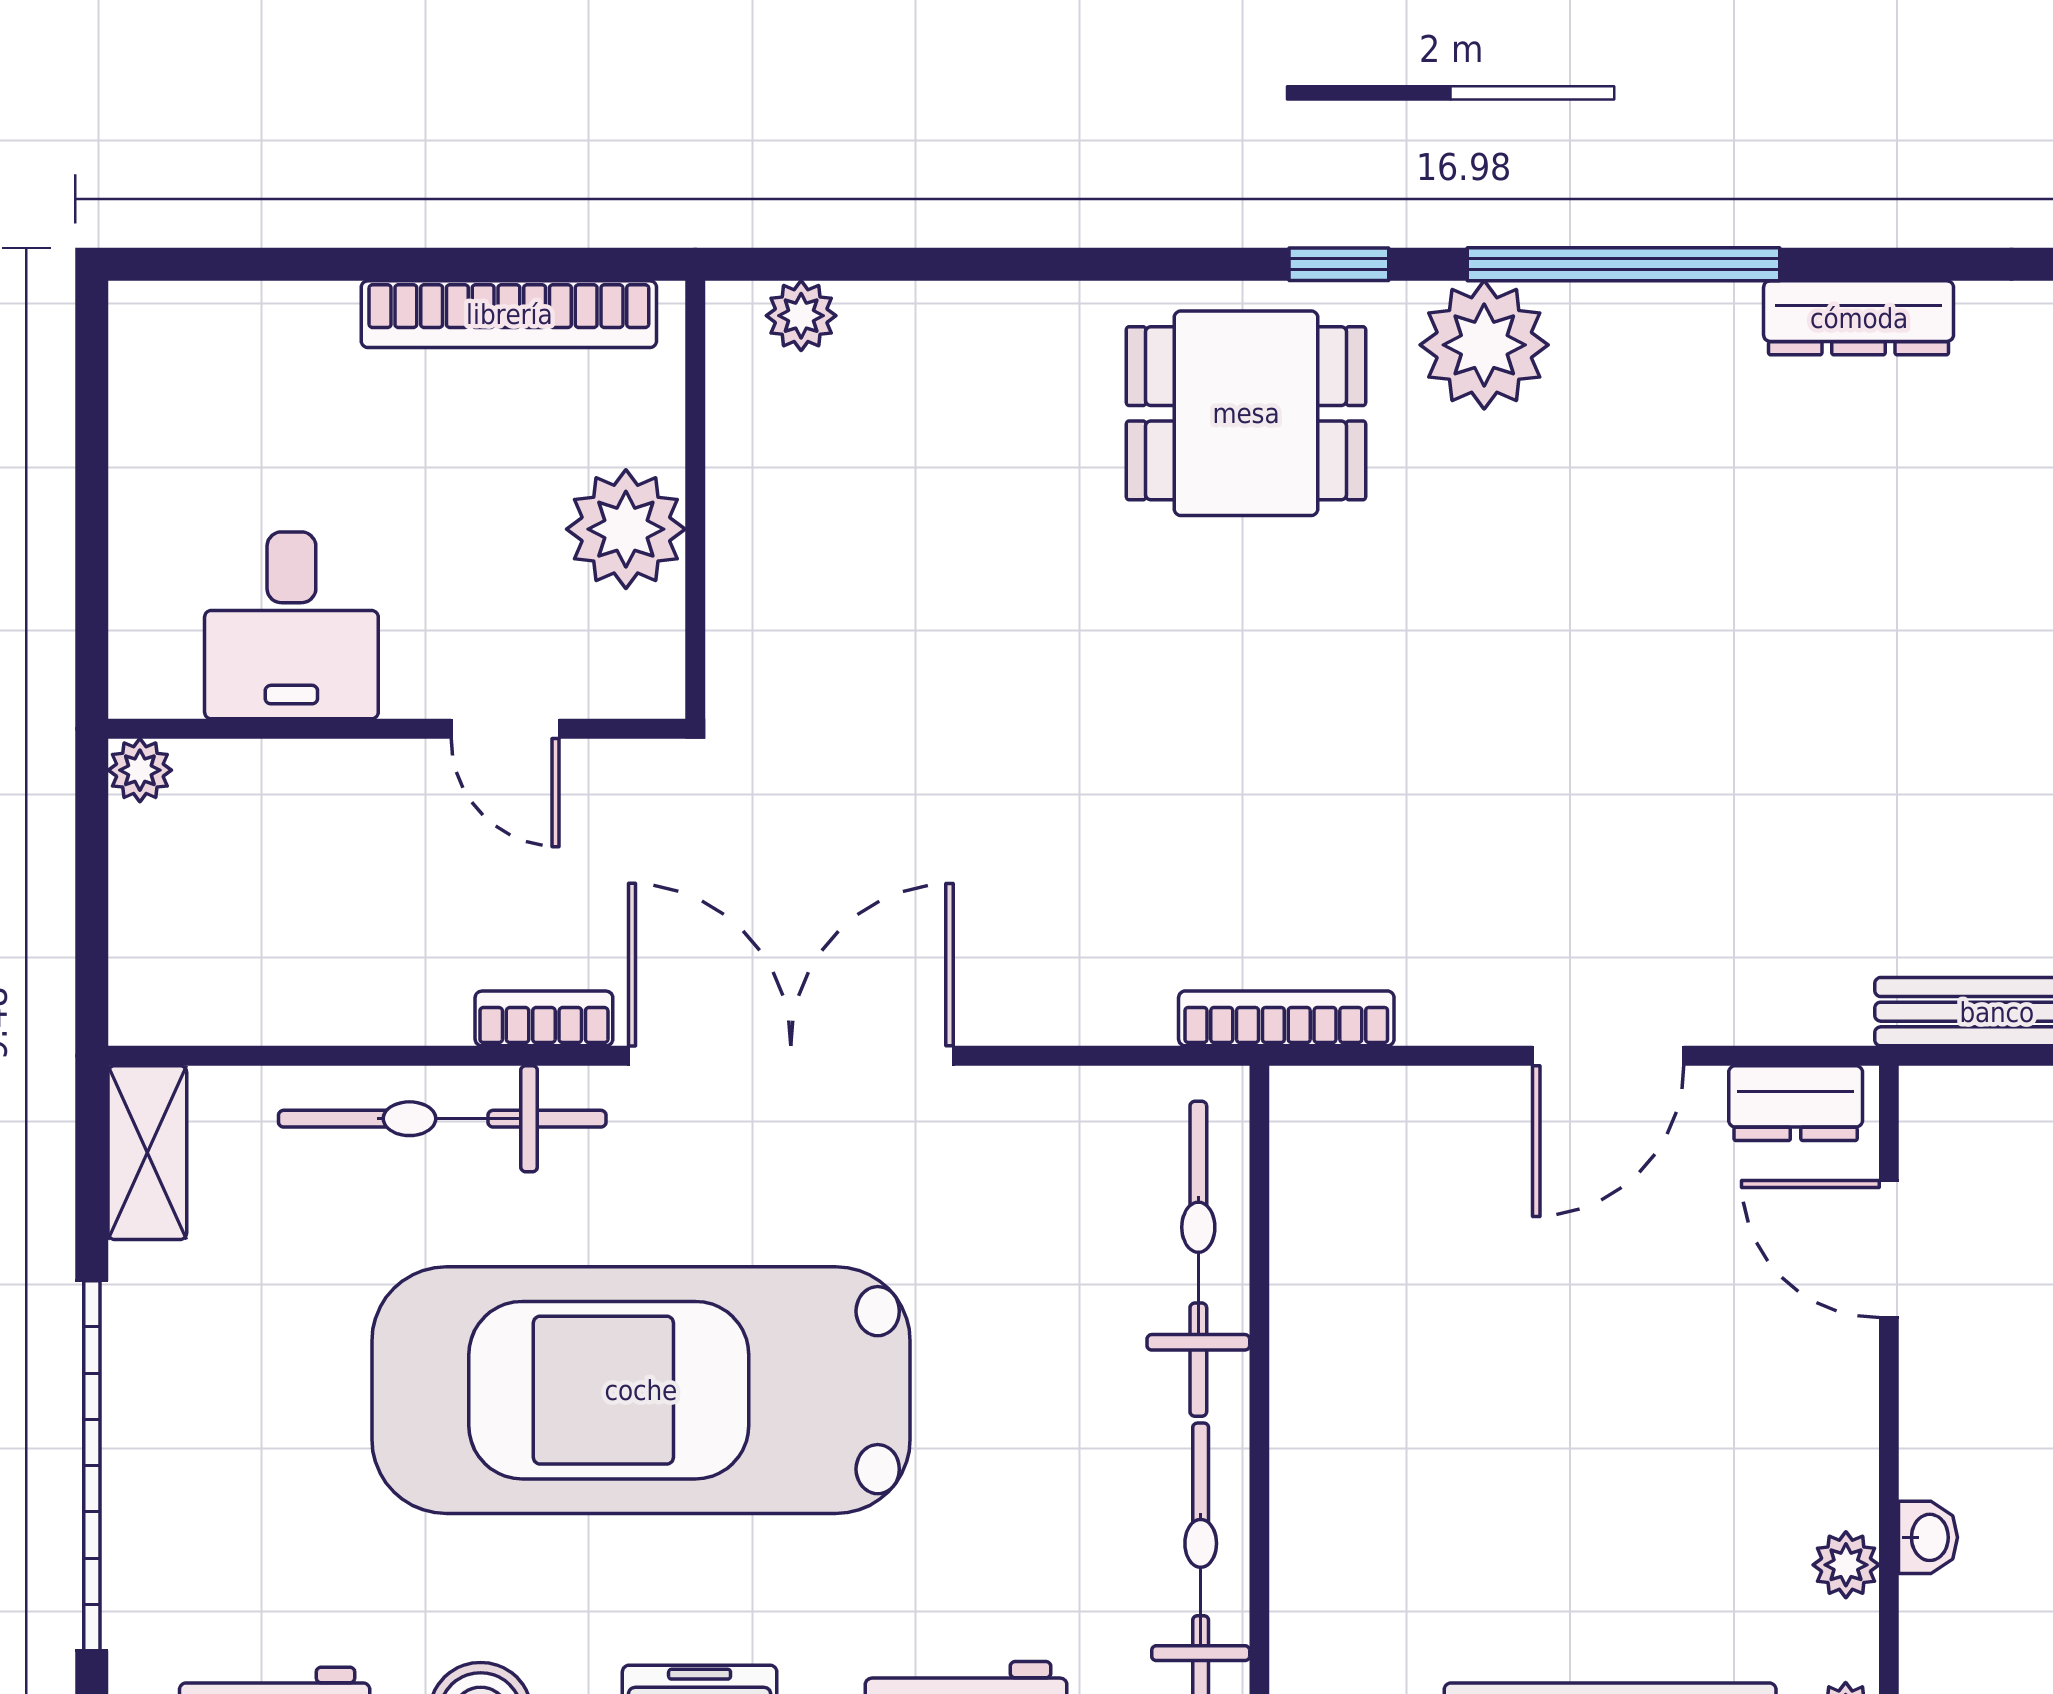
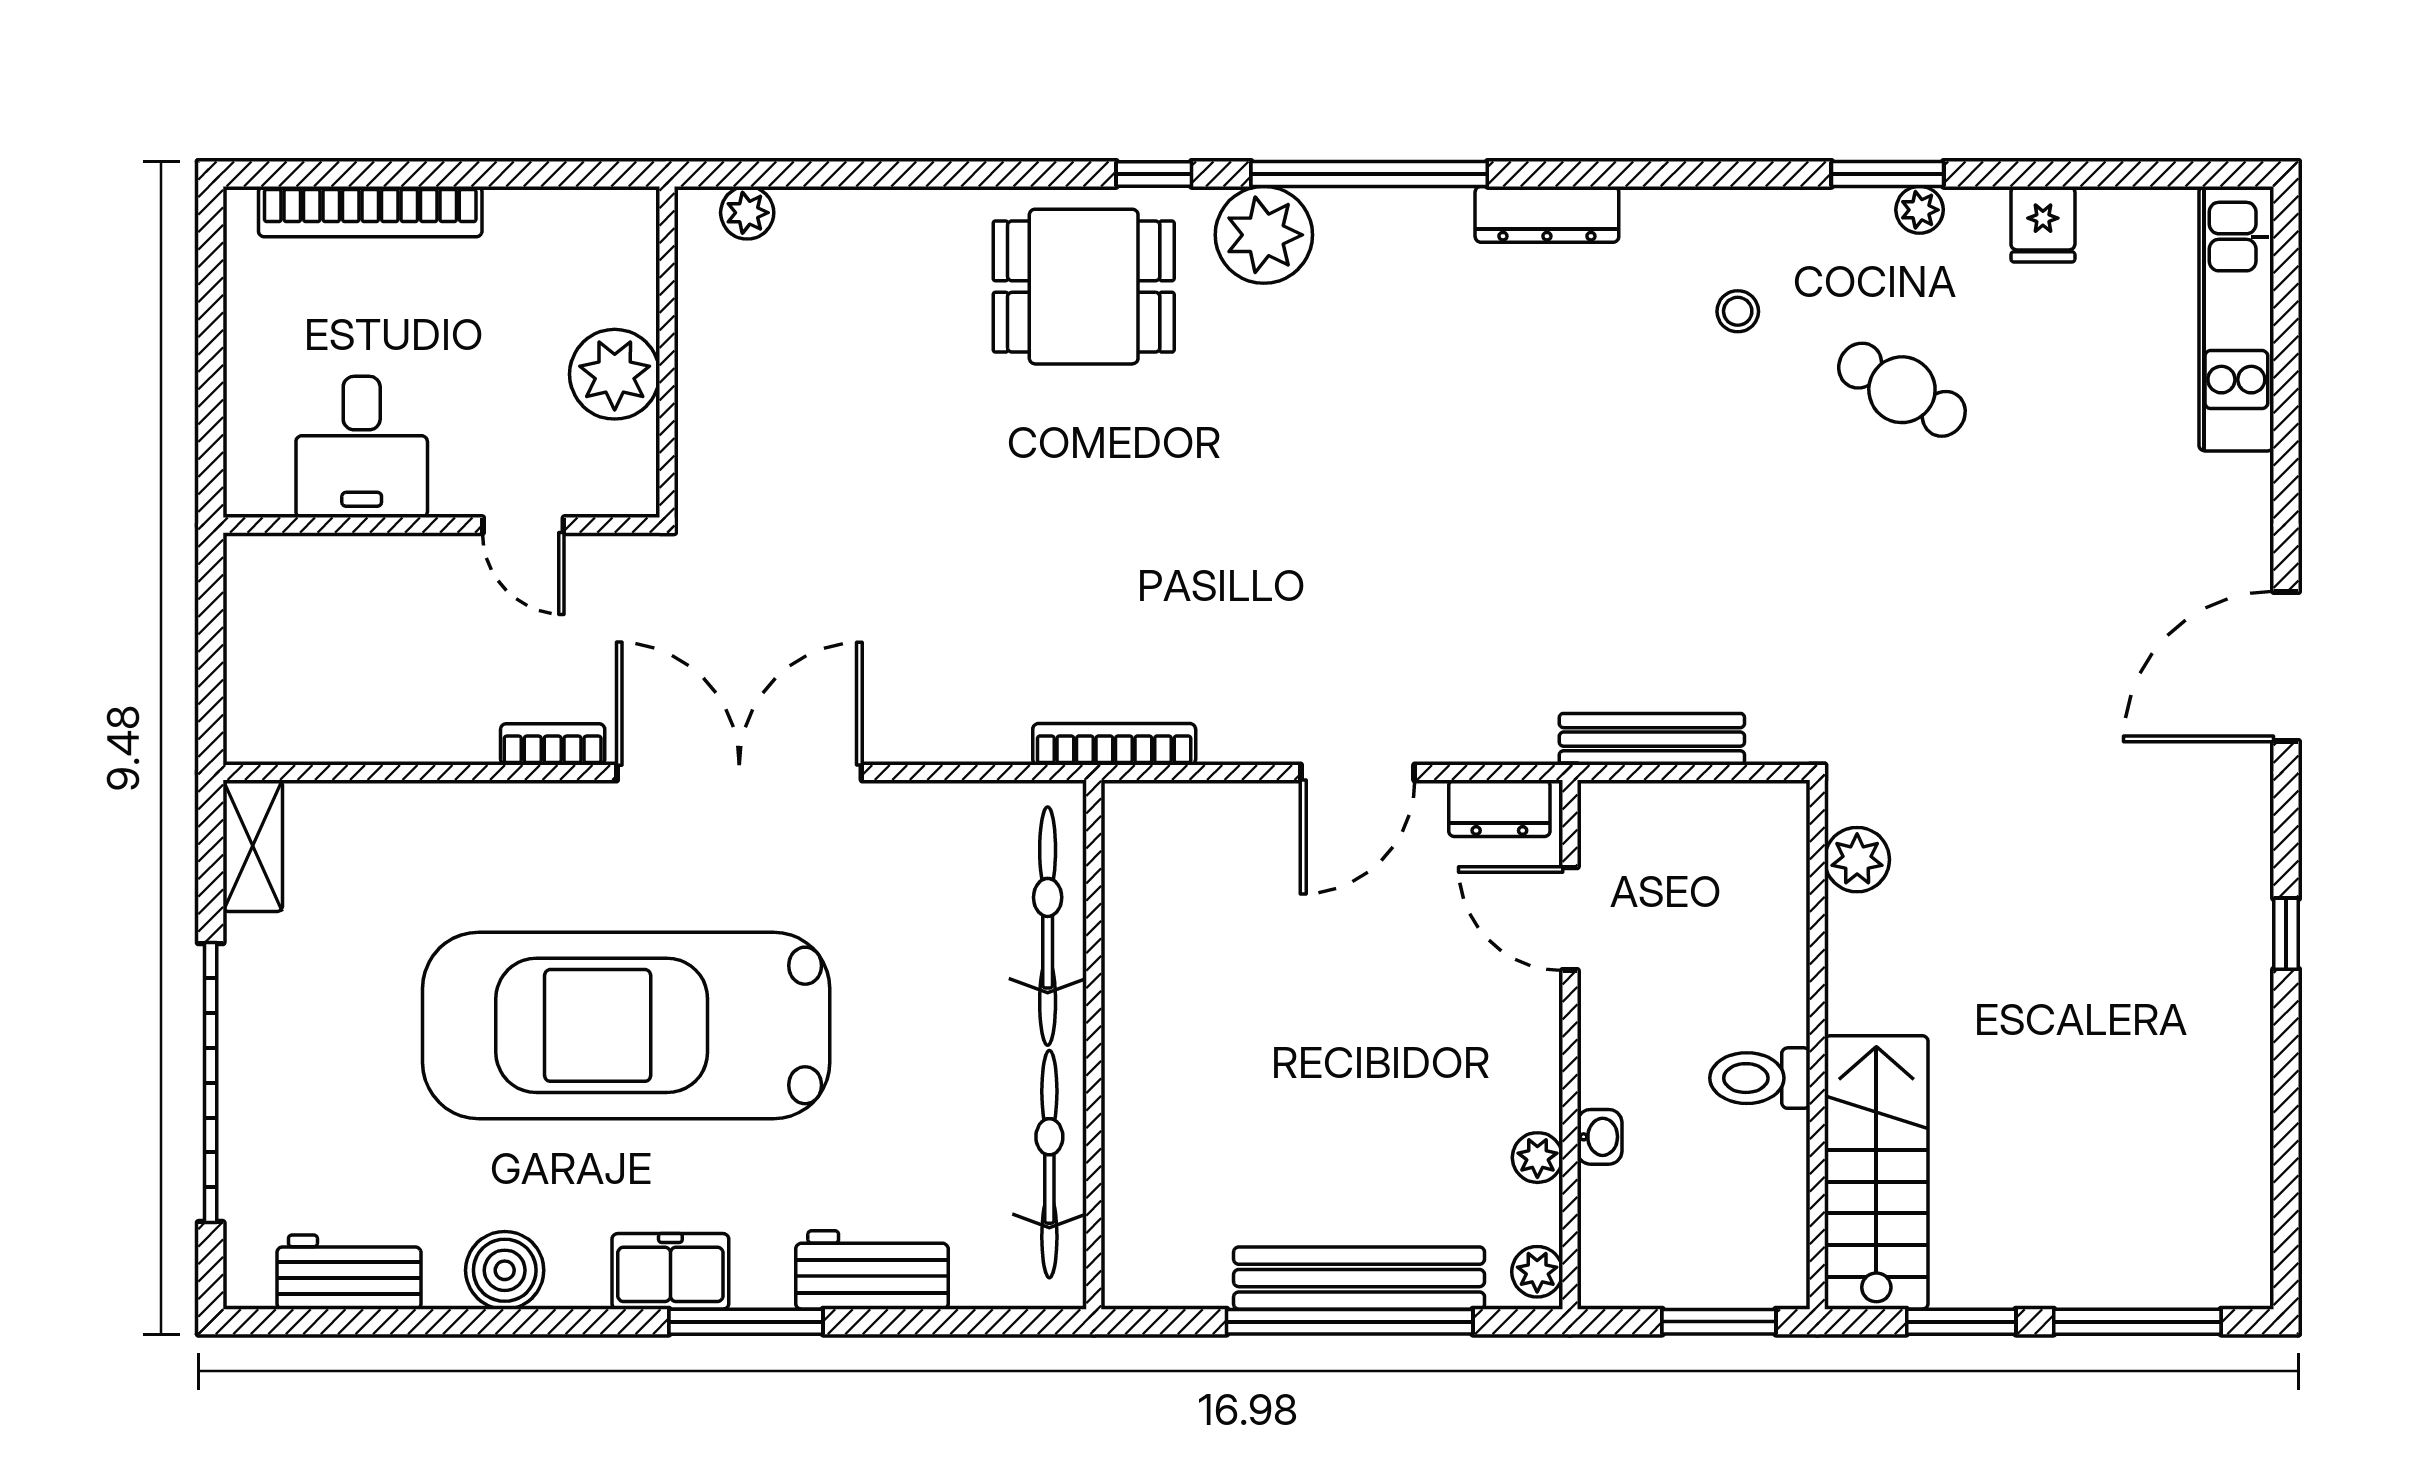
bookcase: (509, 314) -> (370, 212), moved
plant: (140, 770) -> (247, 557), removed
bicycle: (442, 1119) -> (476, 820), removed

